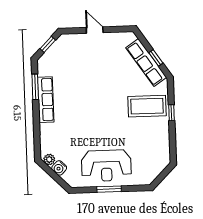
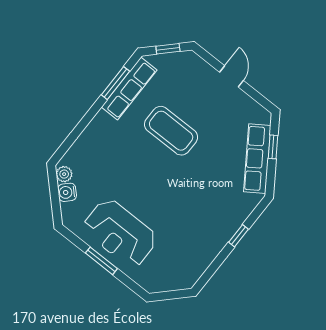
window: (156, 58) -> (273, 147), moved
row of seats: (46, 100) -> (129, 89), moved
coffee table: (147, 106) -> (171, 131), moved

